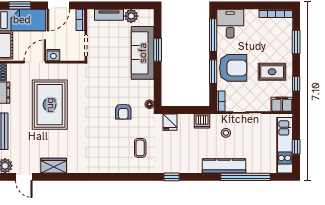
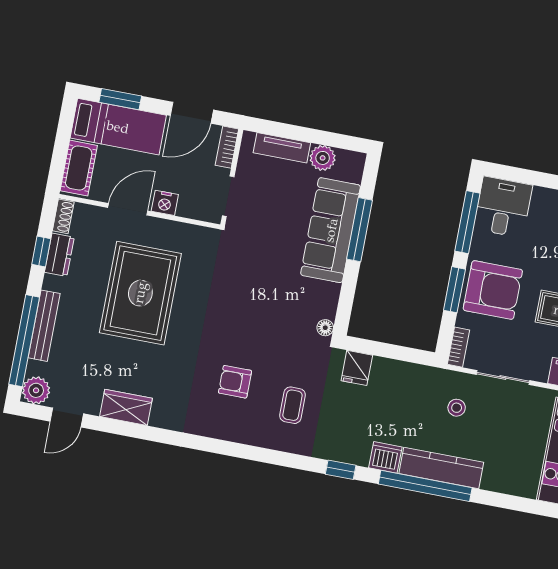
window: (158, 50) -> (360, 230), width x1.44
armchair: (123, 112) -> (235, 382), moved, turned 90
dishwasher: (202, 121) -> (385, 457), moved, turned 180
door: (24, 177) -> (67, 418), hinge flipped
window: (245, 177) -> (425, 486), moved

